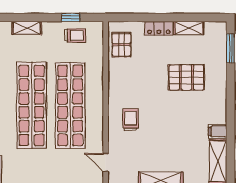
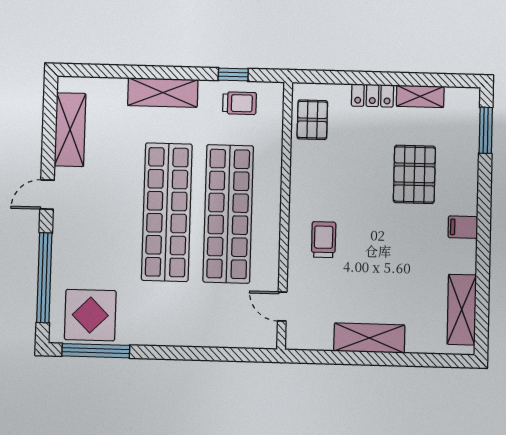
shelving: (27, 28) -> (163, 93), width x1.50, depth x1.33
pallet: (186, 77) -> (414, 174), turned 90
filing cabinet: (218, 131) -> (463, 227), moved

